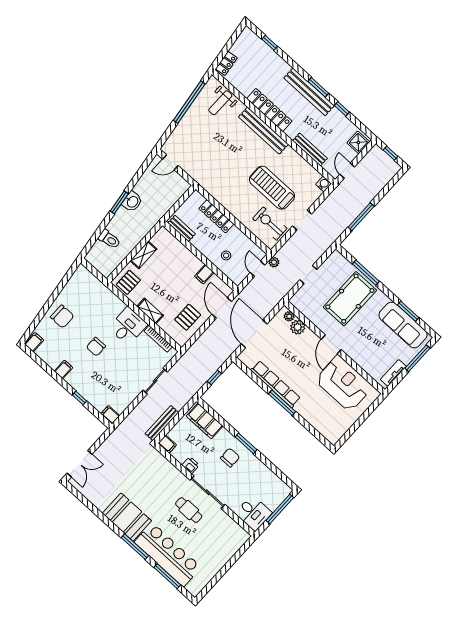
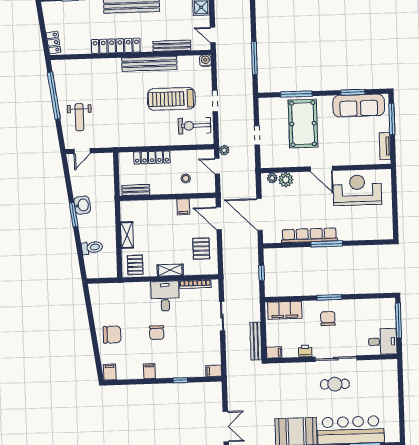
weight bench: (220, 103) -> (79, 117), moved
bench: (263, 131) -> (149, 64), moved

